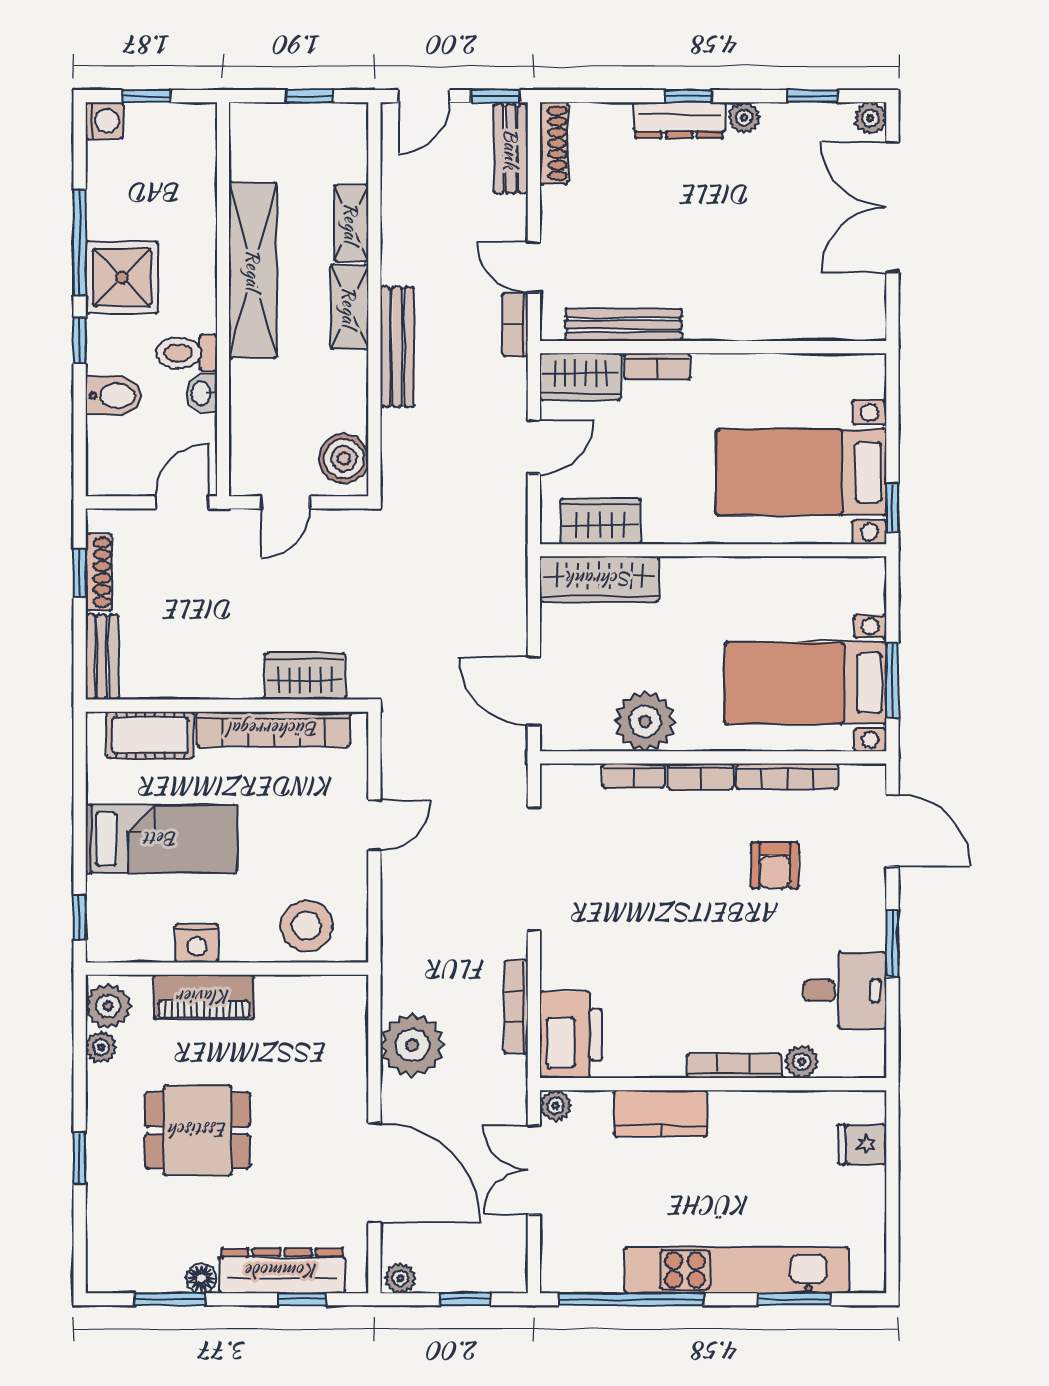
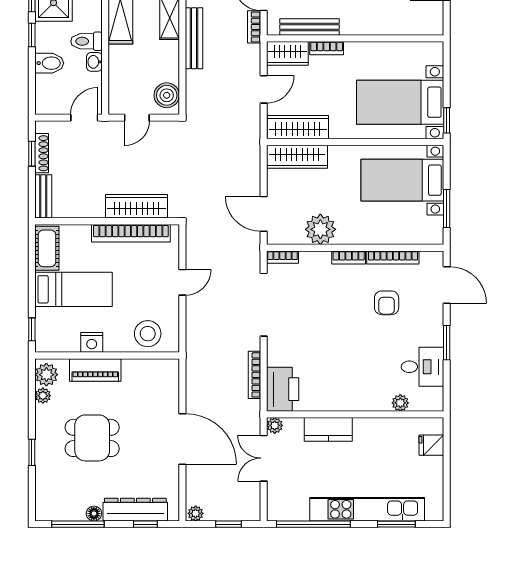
wardrobe: (601, 521) -> (298, 127), width x1.50
wardrobe: (305, 676) -> (137, 206), width x1.50
bed with nightstands: (805, 683) -> (402, 180), moved
cot: (150, 735) -> (47, 248), moved, turned 90
bookcase: (634, 776) -> (282, 257), moved
plant: (412, 1045) -> (202, 394), removed
bookcase: (734, 1066) -> (366, 405), removed
door: (374, 1173) -> (182, 439), moved
window: (170, 1299) -> (78, 524), width x1.44

